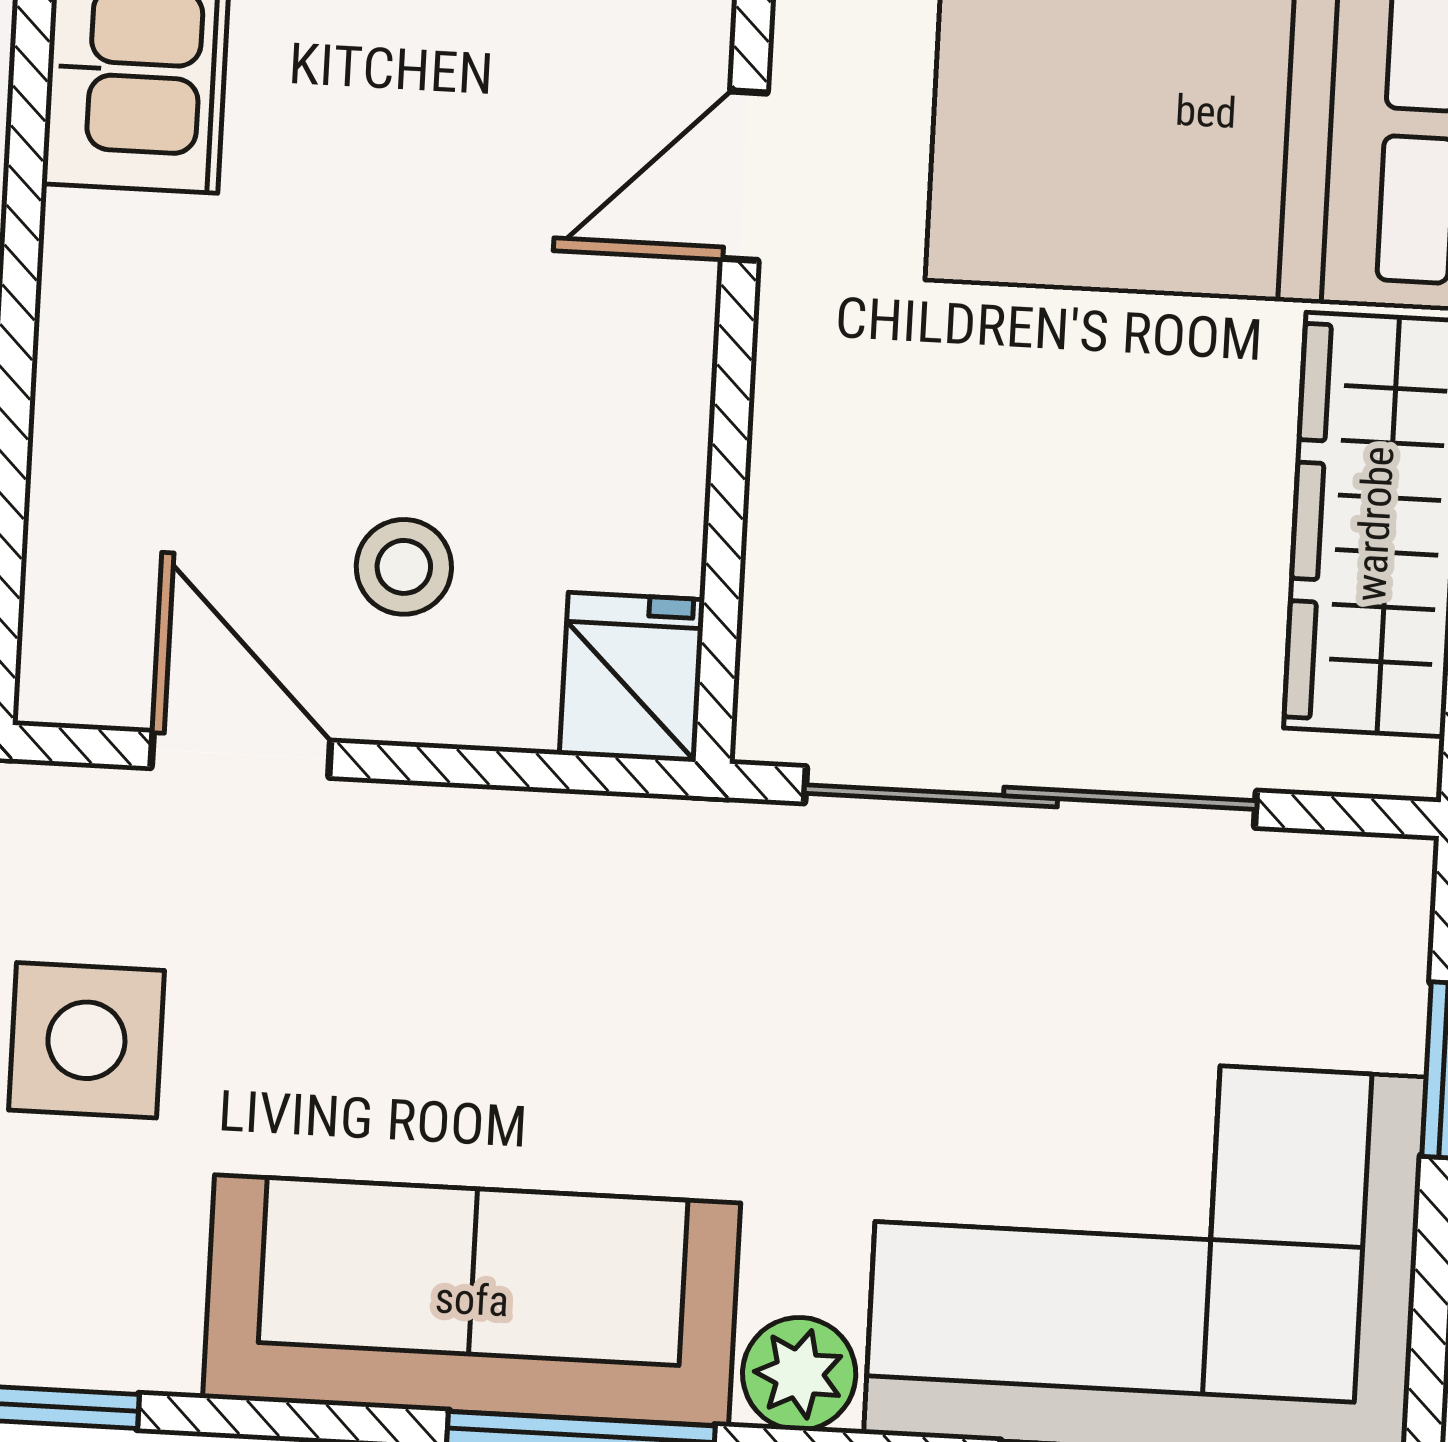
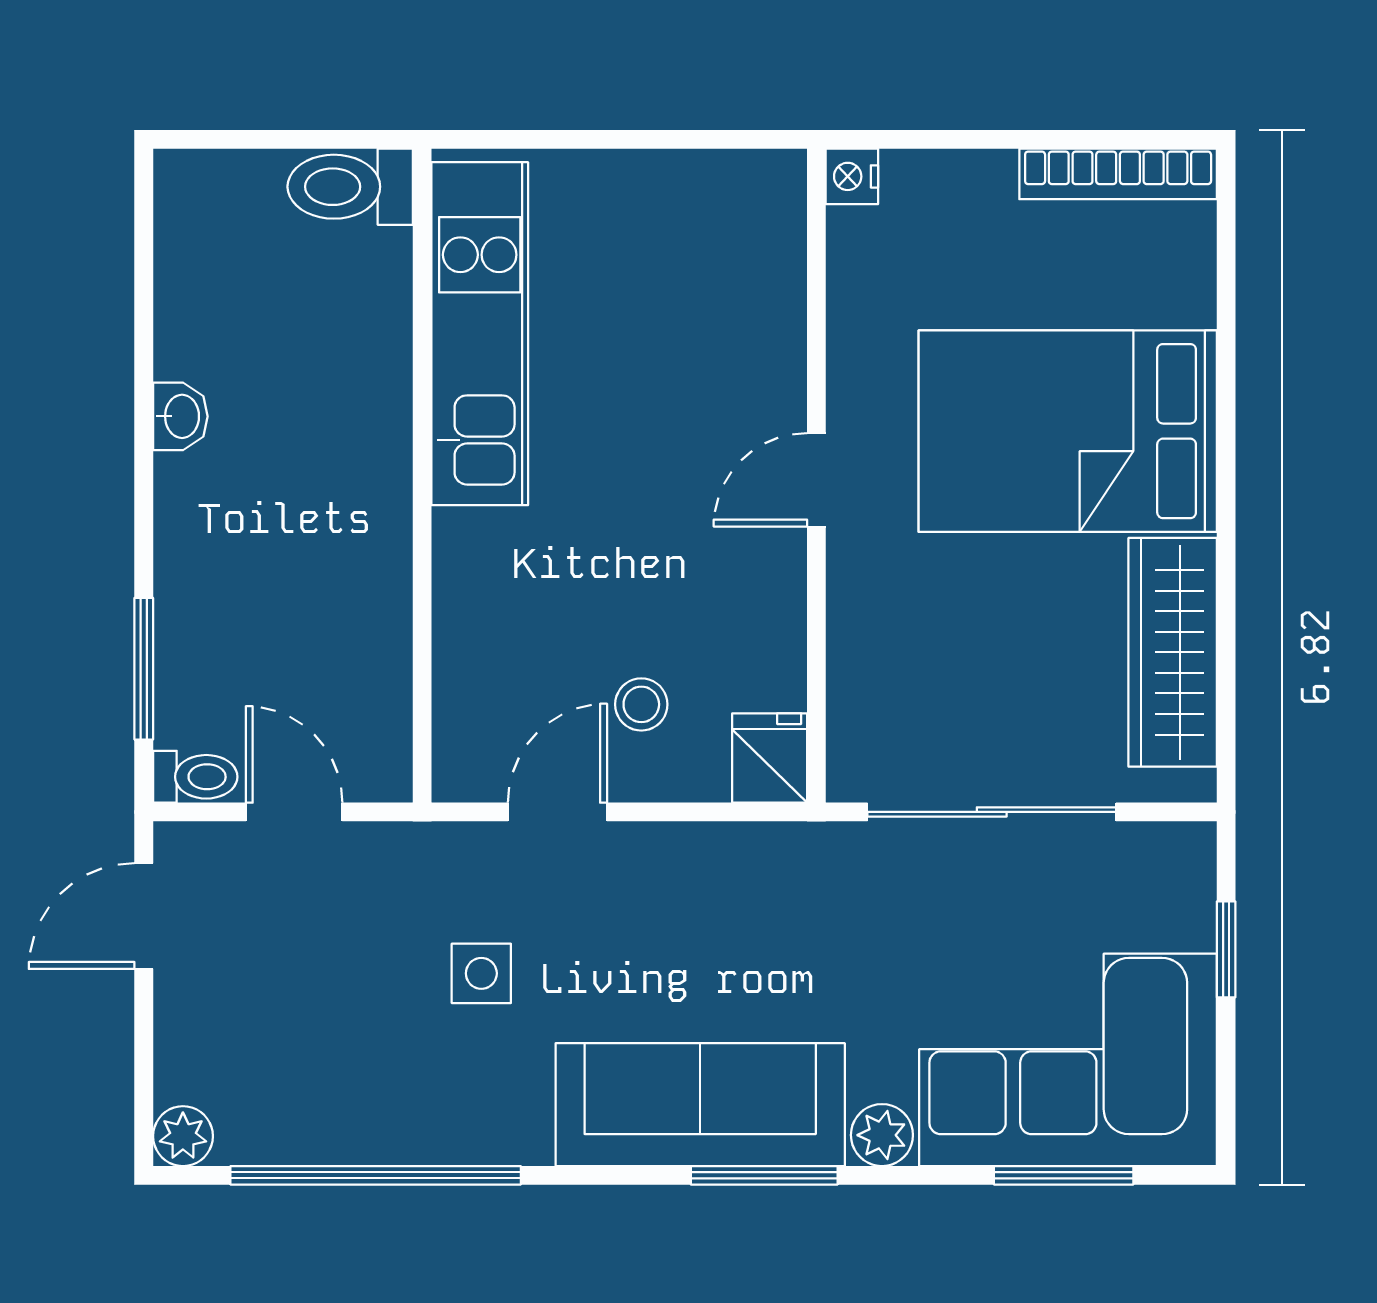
door: (241, 754) -> (558, 812), hinge flipped
side table: (86, 1040) -> (481, 973), width x0.73, depth x0.73

